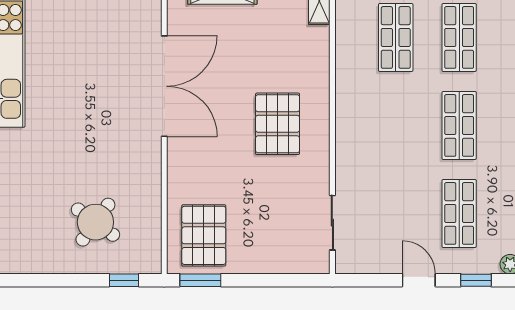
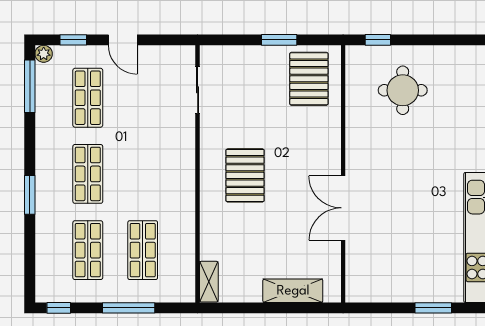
double door: (164, 86) -> (343, 208), width x0.73
round table: (95, 222) -> (403, 90), turned -36
window: (200, 280) -> (279, 40), moved

